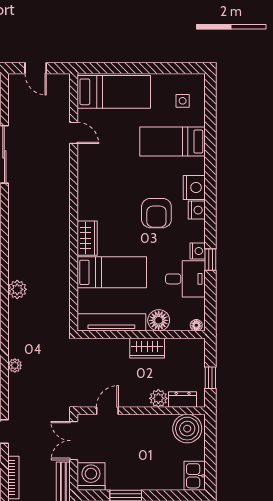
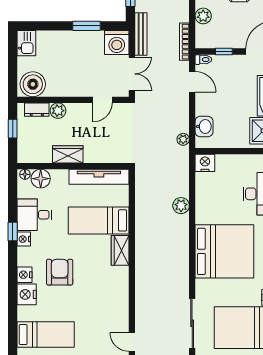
floor lamp: (159, 320) -> (41, 179), moved

